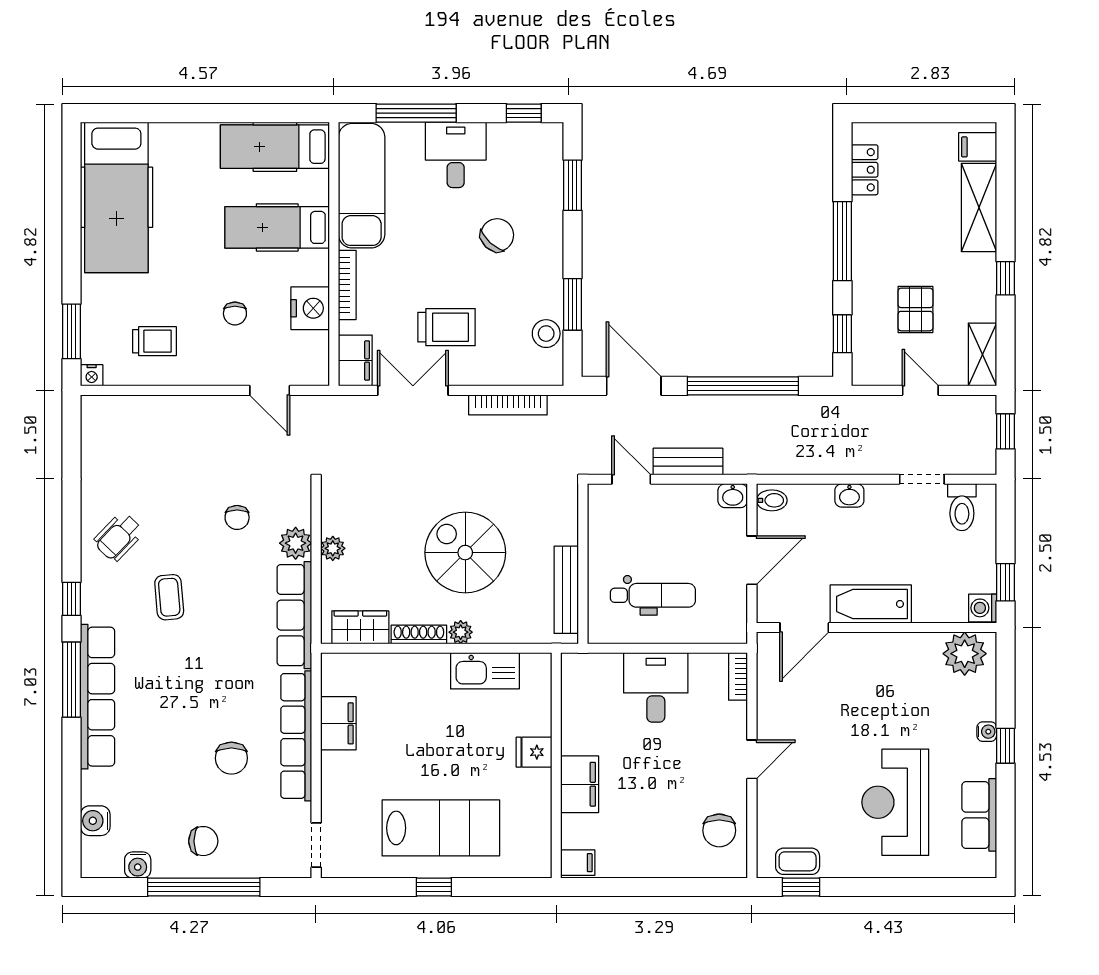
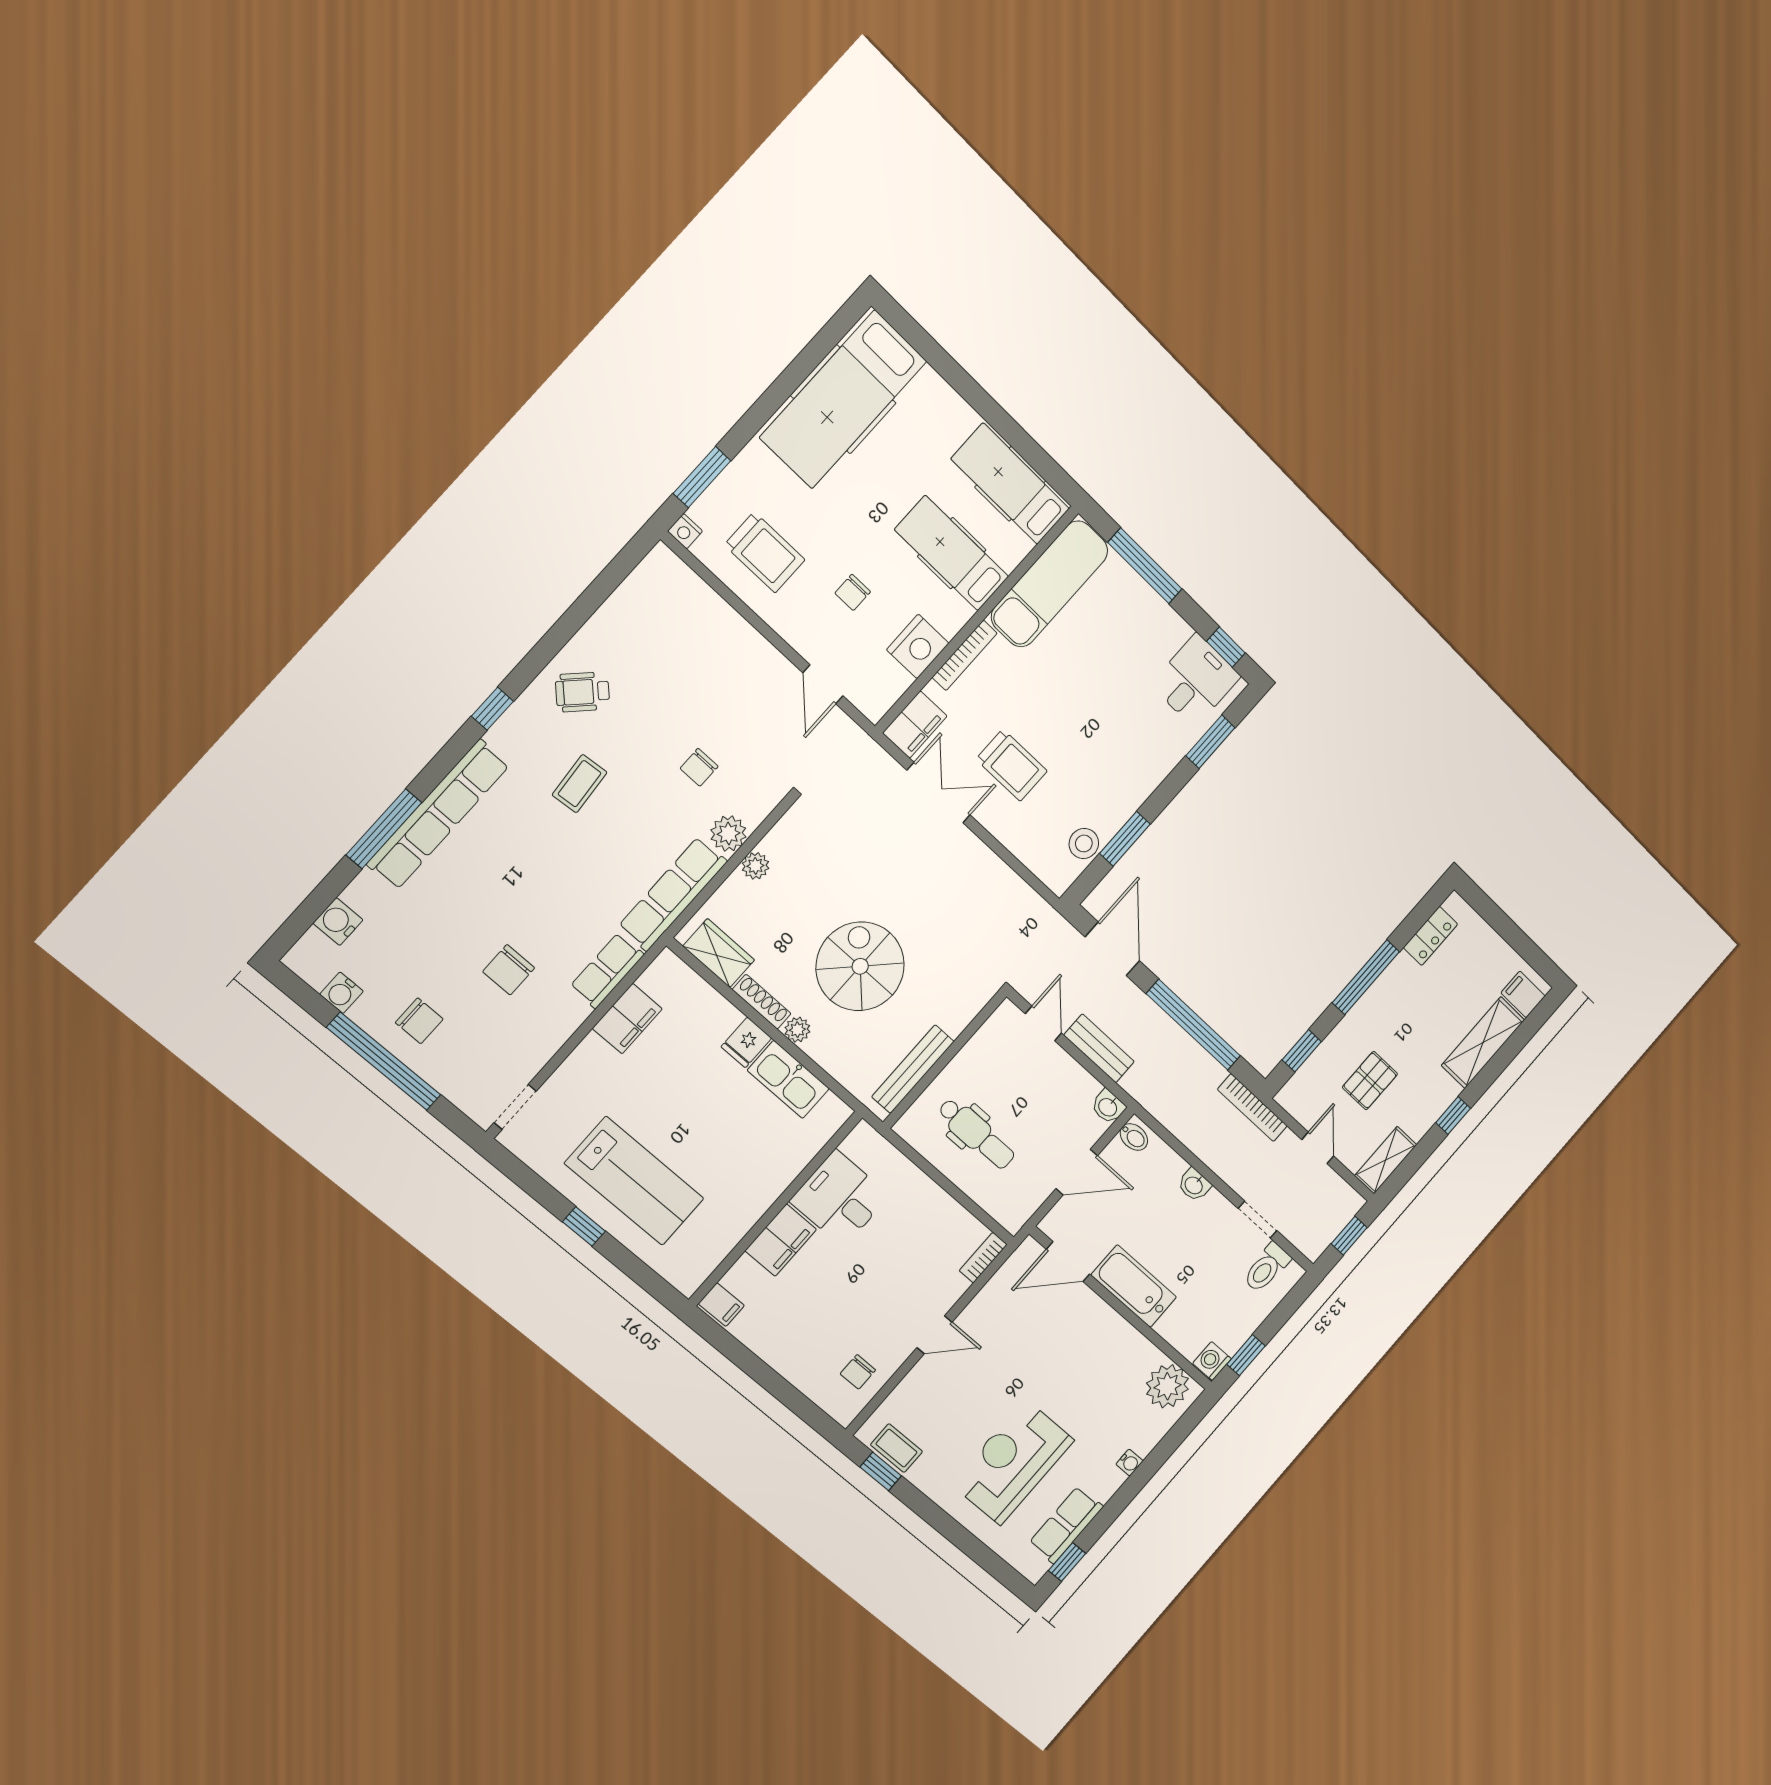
desk: (456, 155) -> (1196, 681), moved
chair: (497, 235) -> (1118, 727), removed
trolley: (154, 341) -> (765, 552), width x1.36, depth x1.39
bookcase: (508, 405) -> (1252, 1108), moved
window: (71, 680) -> (384, 829), moved
desk: (656, 687) -> (840, 1198), moved, turned -90
row of seats: (296, 736) -> (607, 971), width x0.50
window: (1005, 746) -> (1067, 1562), moved
fridge: (534, 752) -> (746, 1042), moved, turned -90
chair: (719, 830) -> (858, 1372), width x0.73, depth x0.73

